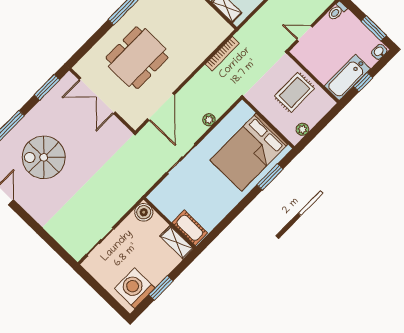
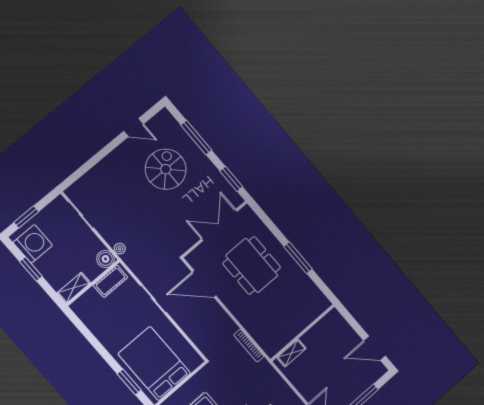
plant: (209, 120) -> (120, 249), moved
cot: (190, 228) -> (110, 281), moved
window: (108, 297) -> (26, 217), added

